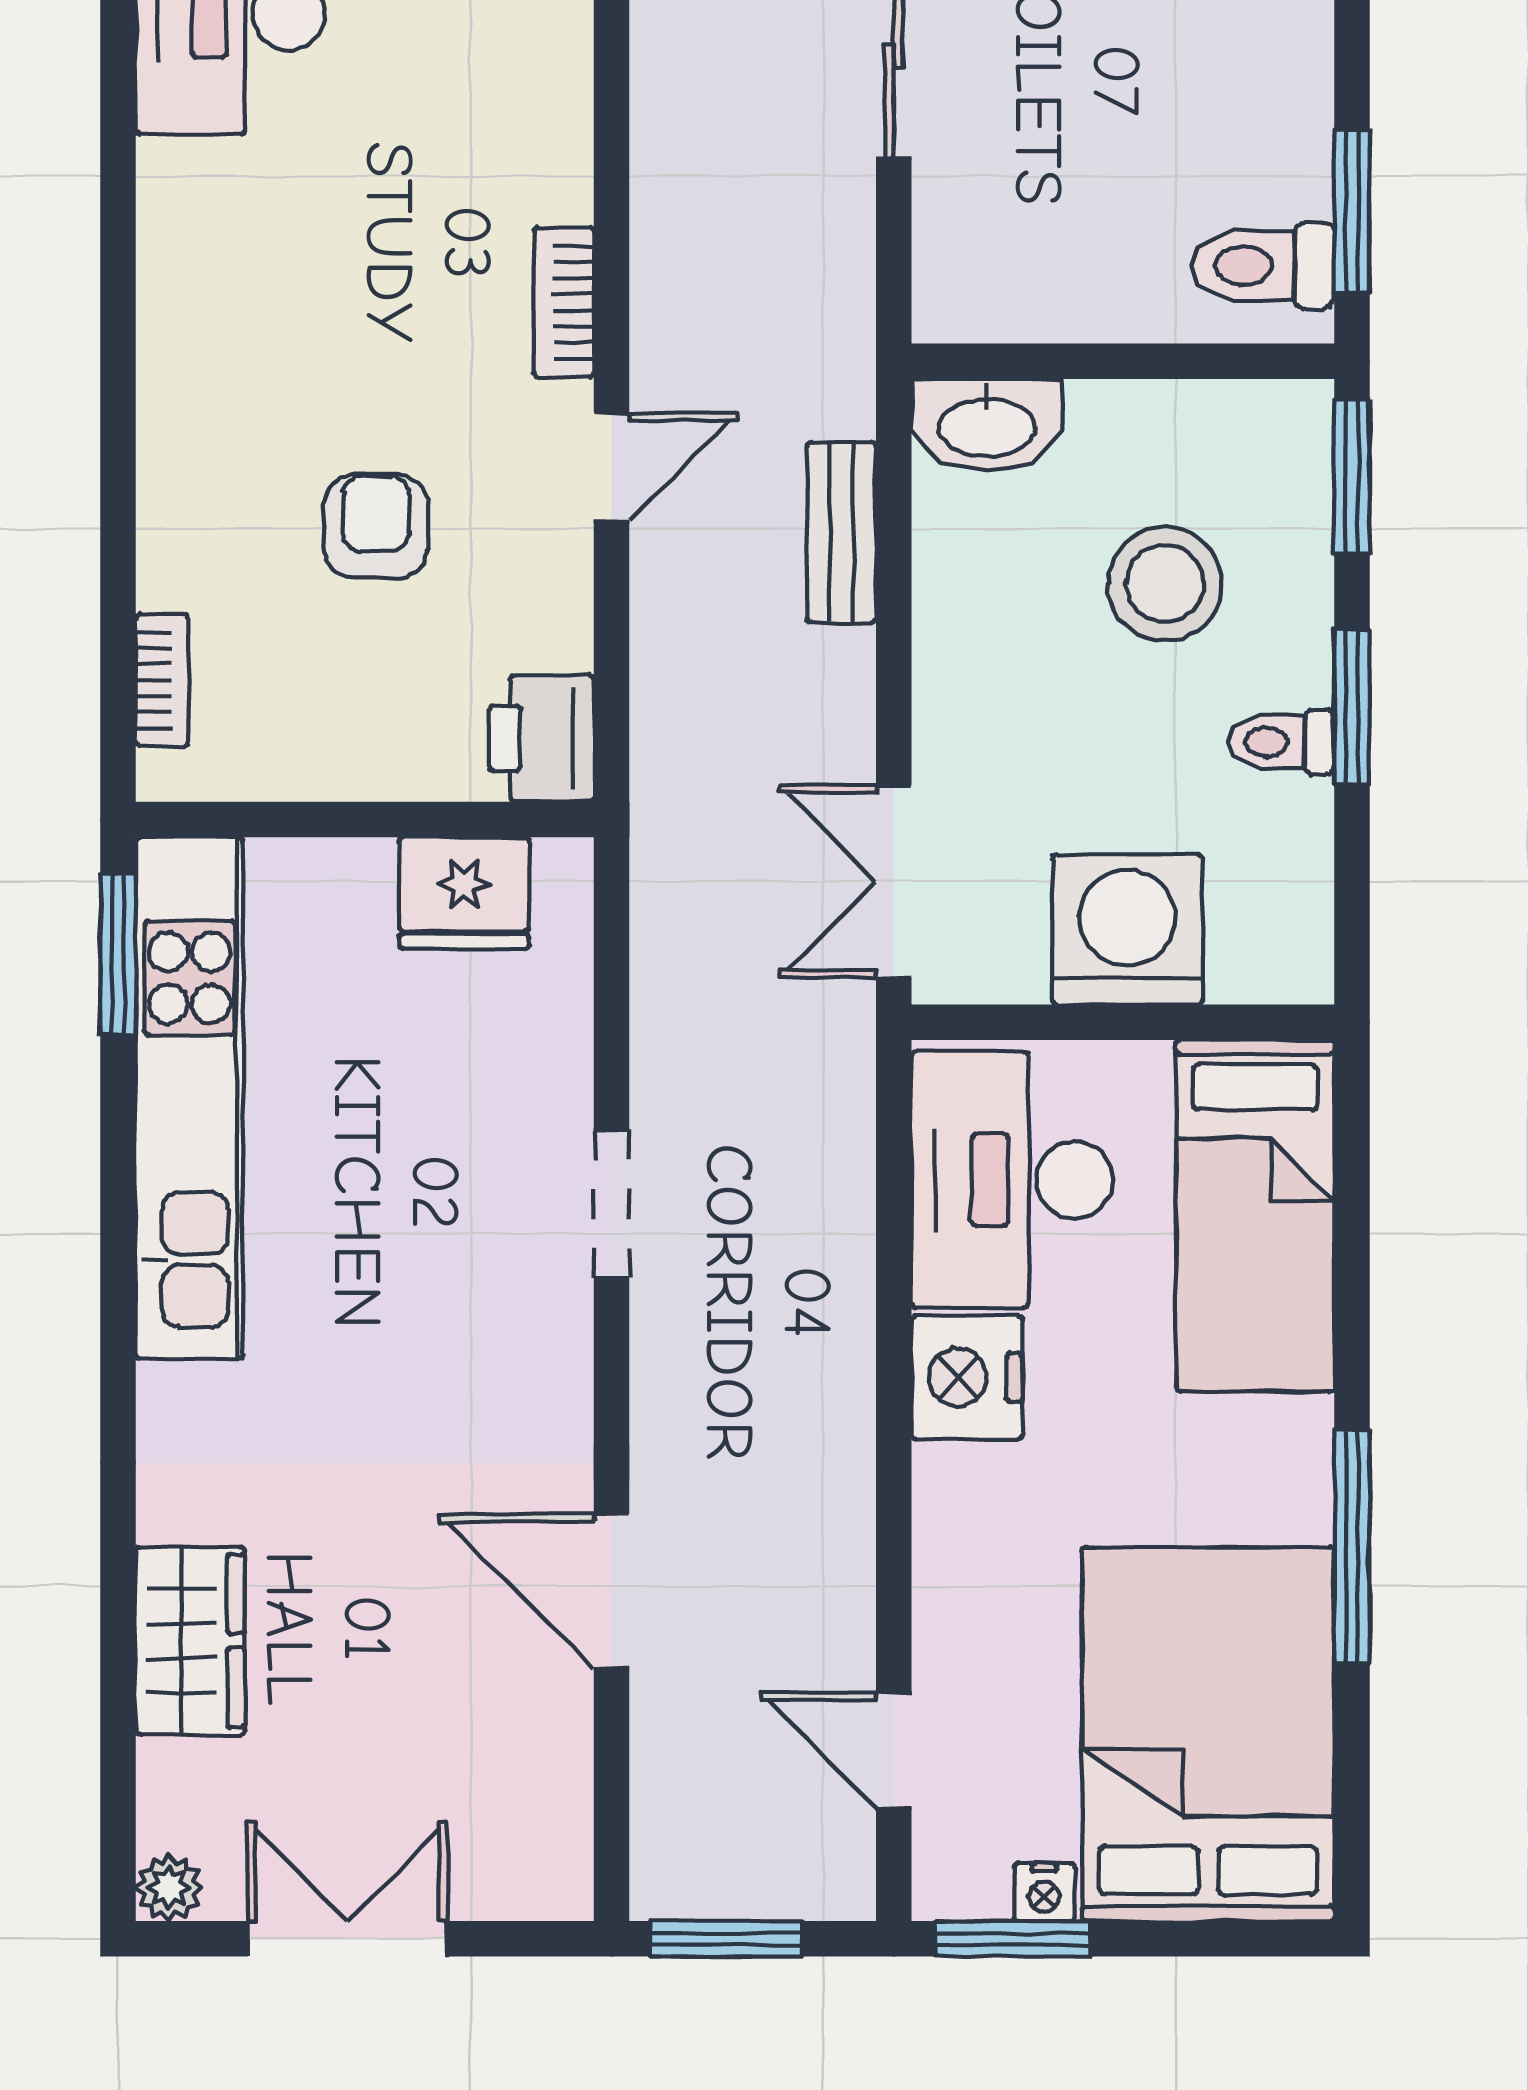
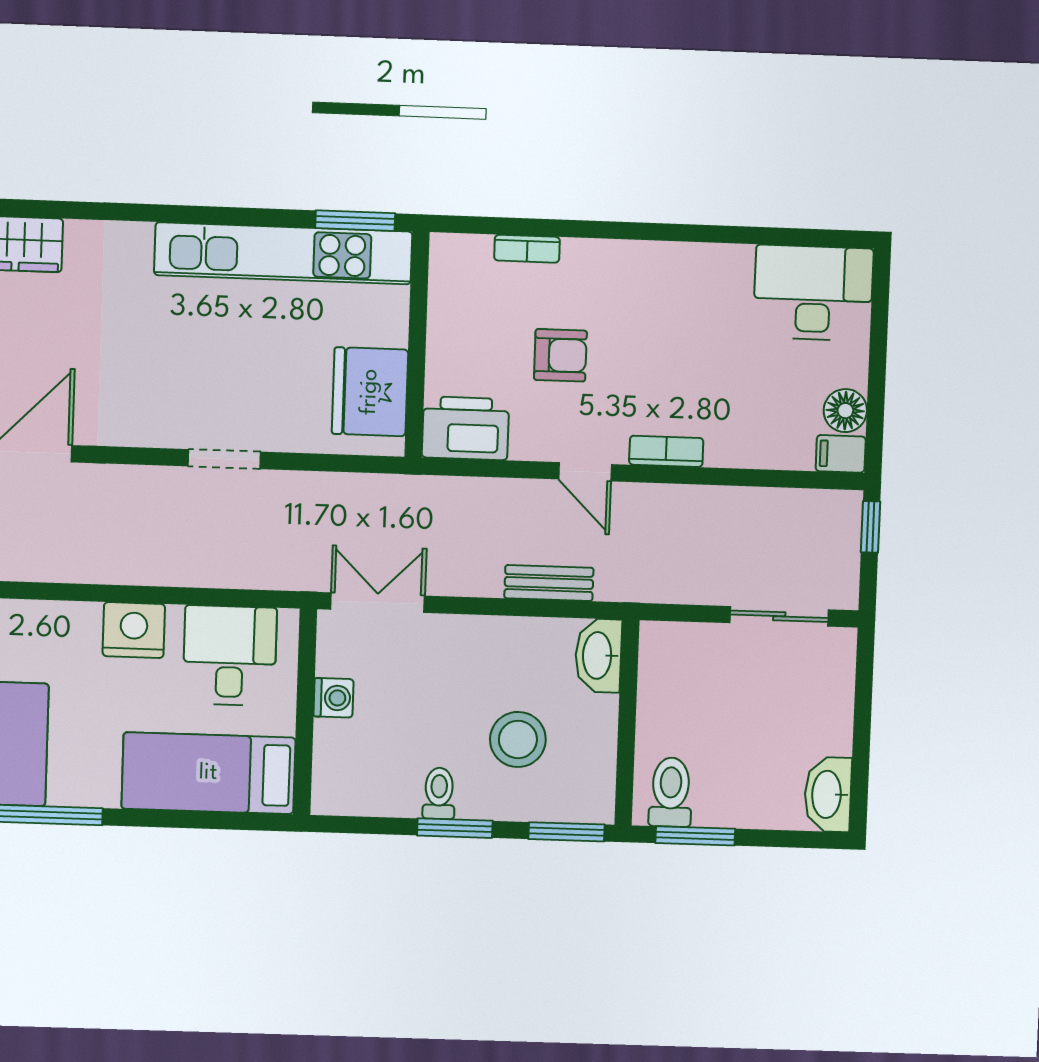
bookcase: (162, 680) -> (527, 249), moved
printer: (542, 738) -> (465, 428), width x1.37, depth x1.19
fridge: (464, 893) -> (370, 392), width x1.36, depth x1.34
washing machine: (1127, 929) -> (334, 698), width x0.53, depth x0.53
desk: (1012, 1180) -> (230, 655), width x0.73

